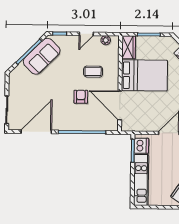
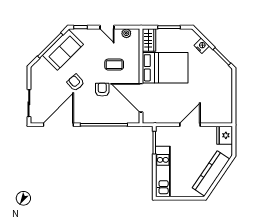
door: (86, 34) -> (107, 27), hinge flipped
armchair: (54, 89) -> (76, 83), added
dishwasher: (141, 146) -> (163, 138), removed

